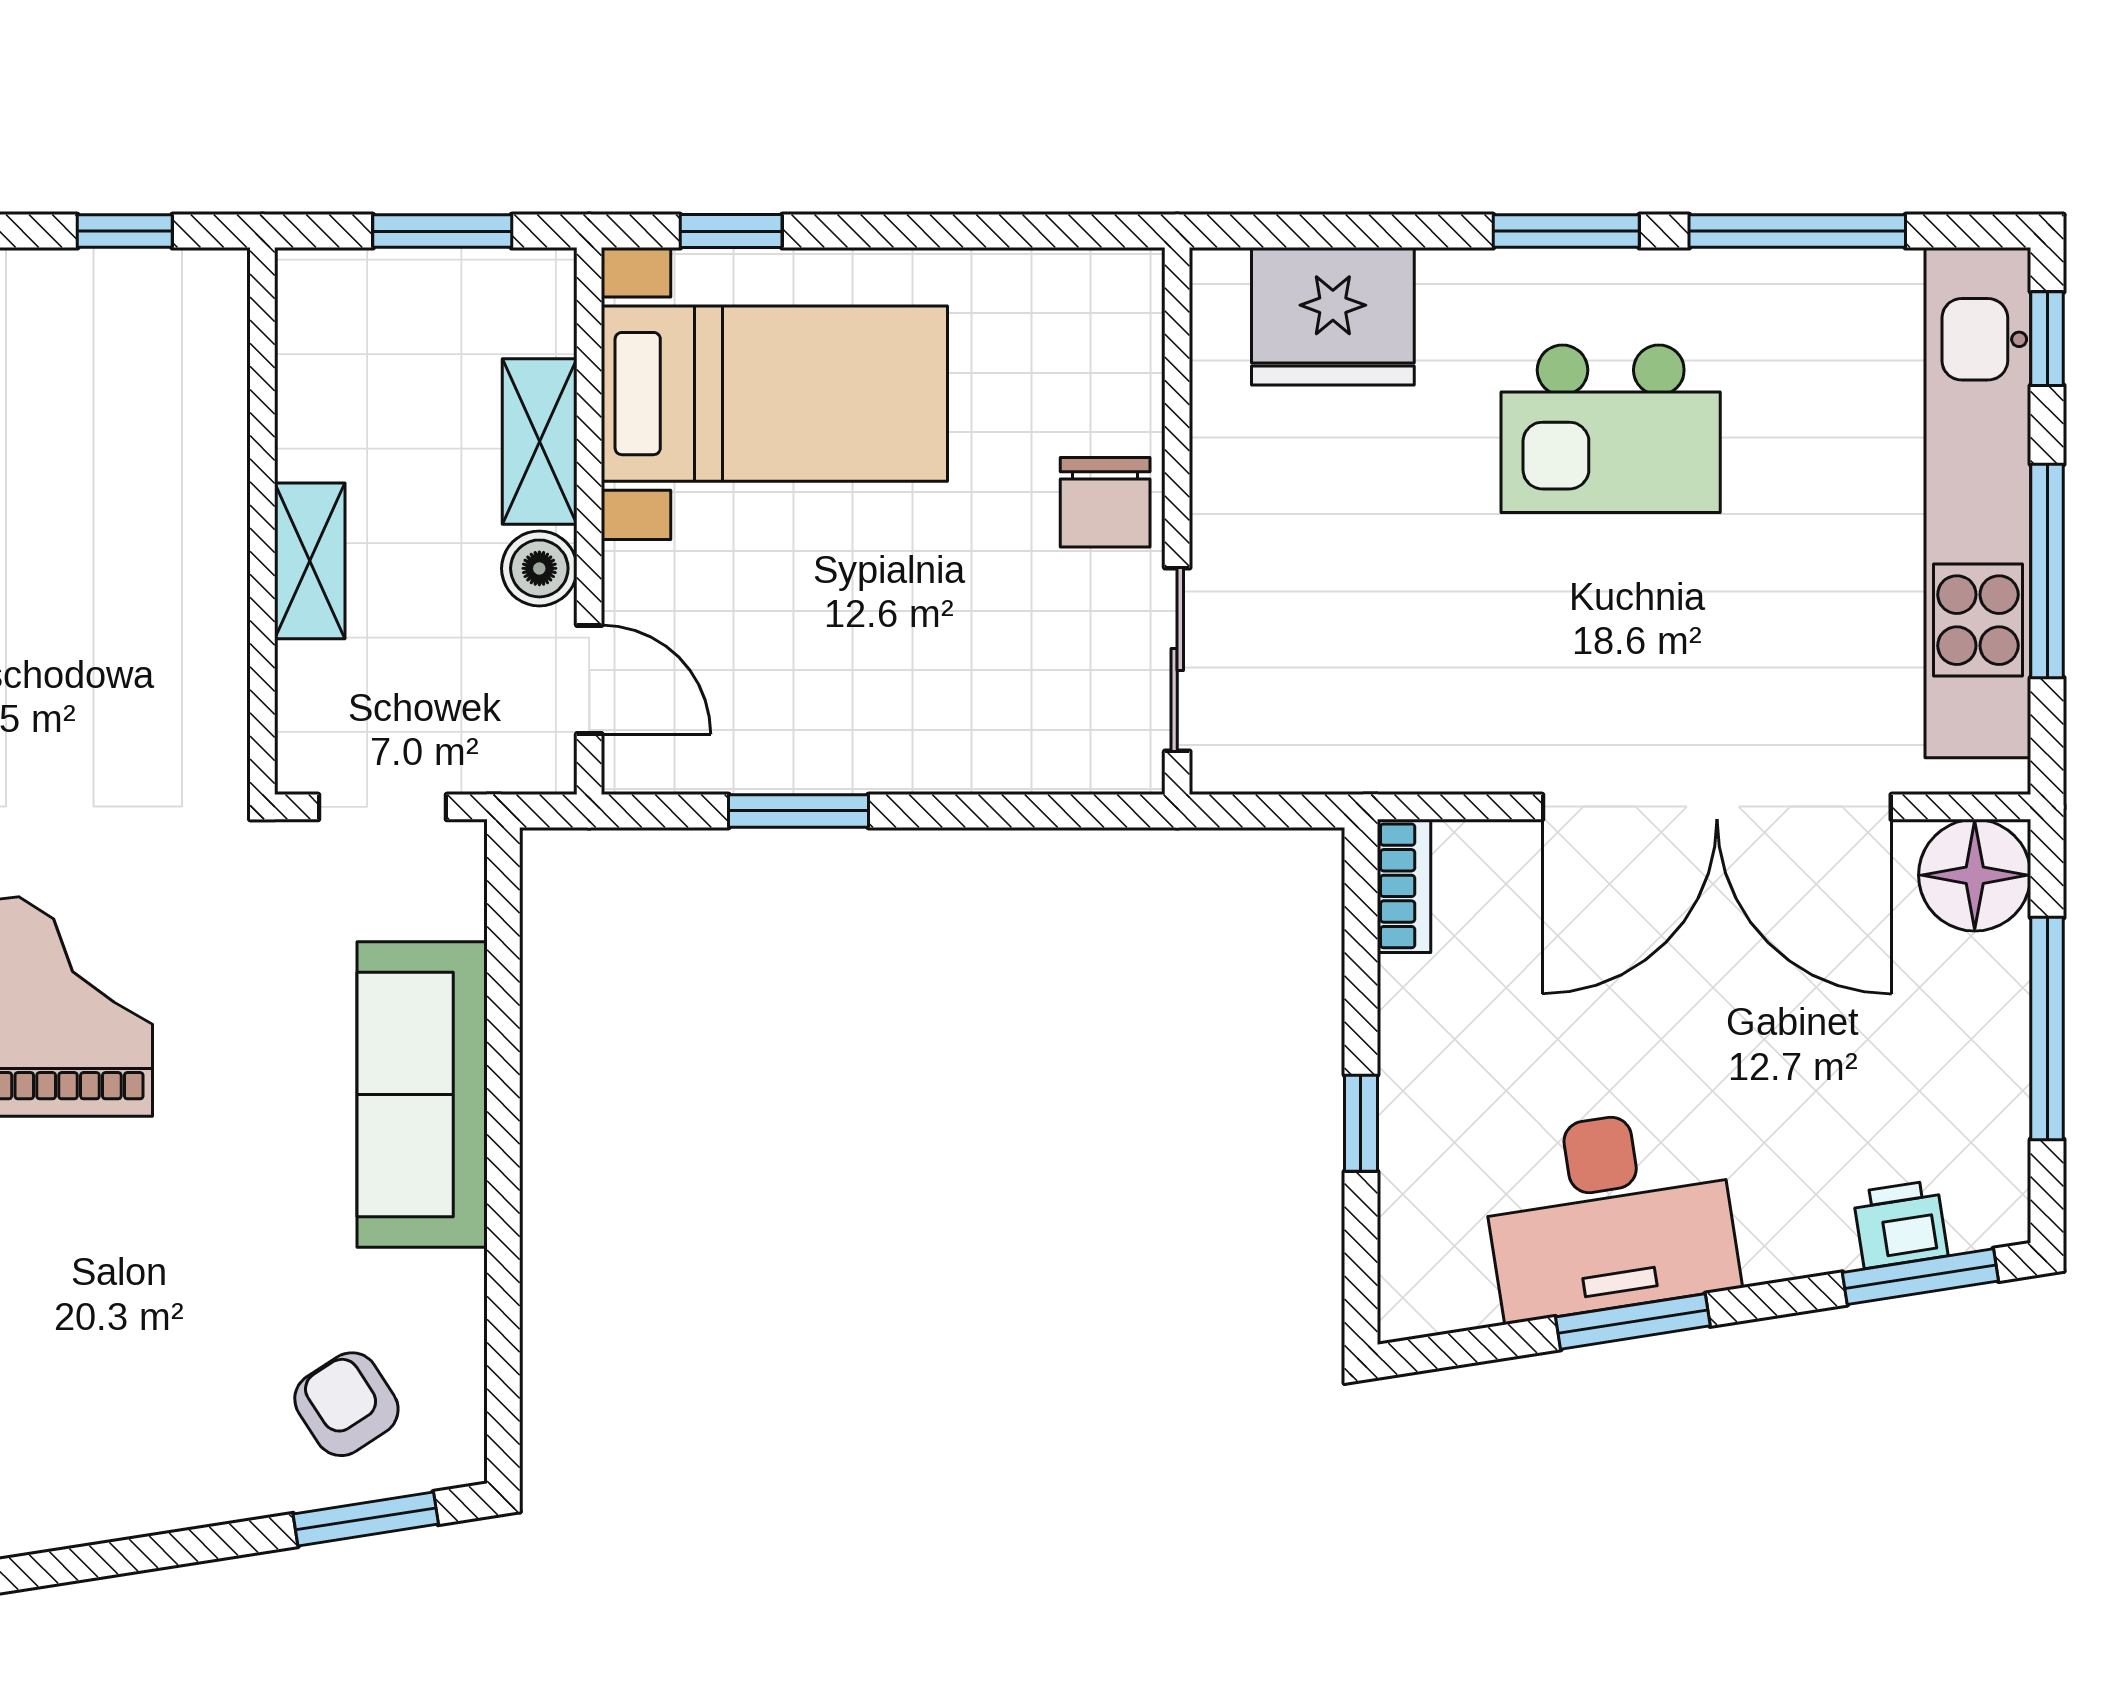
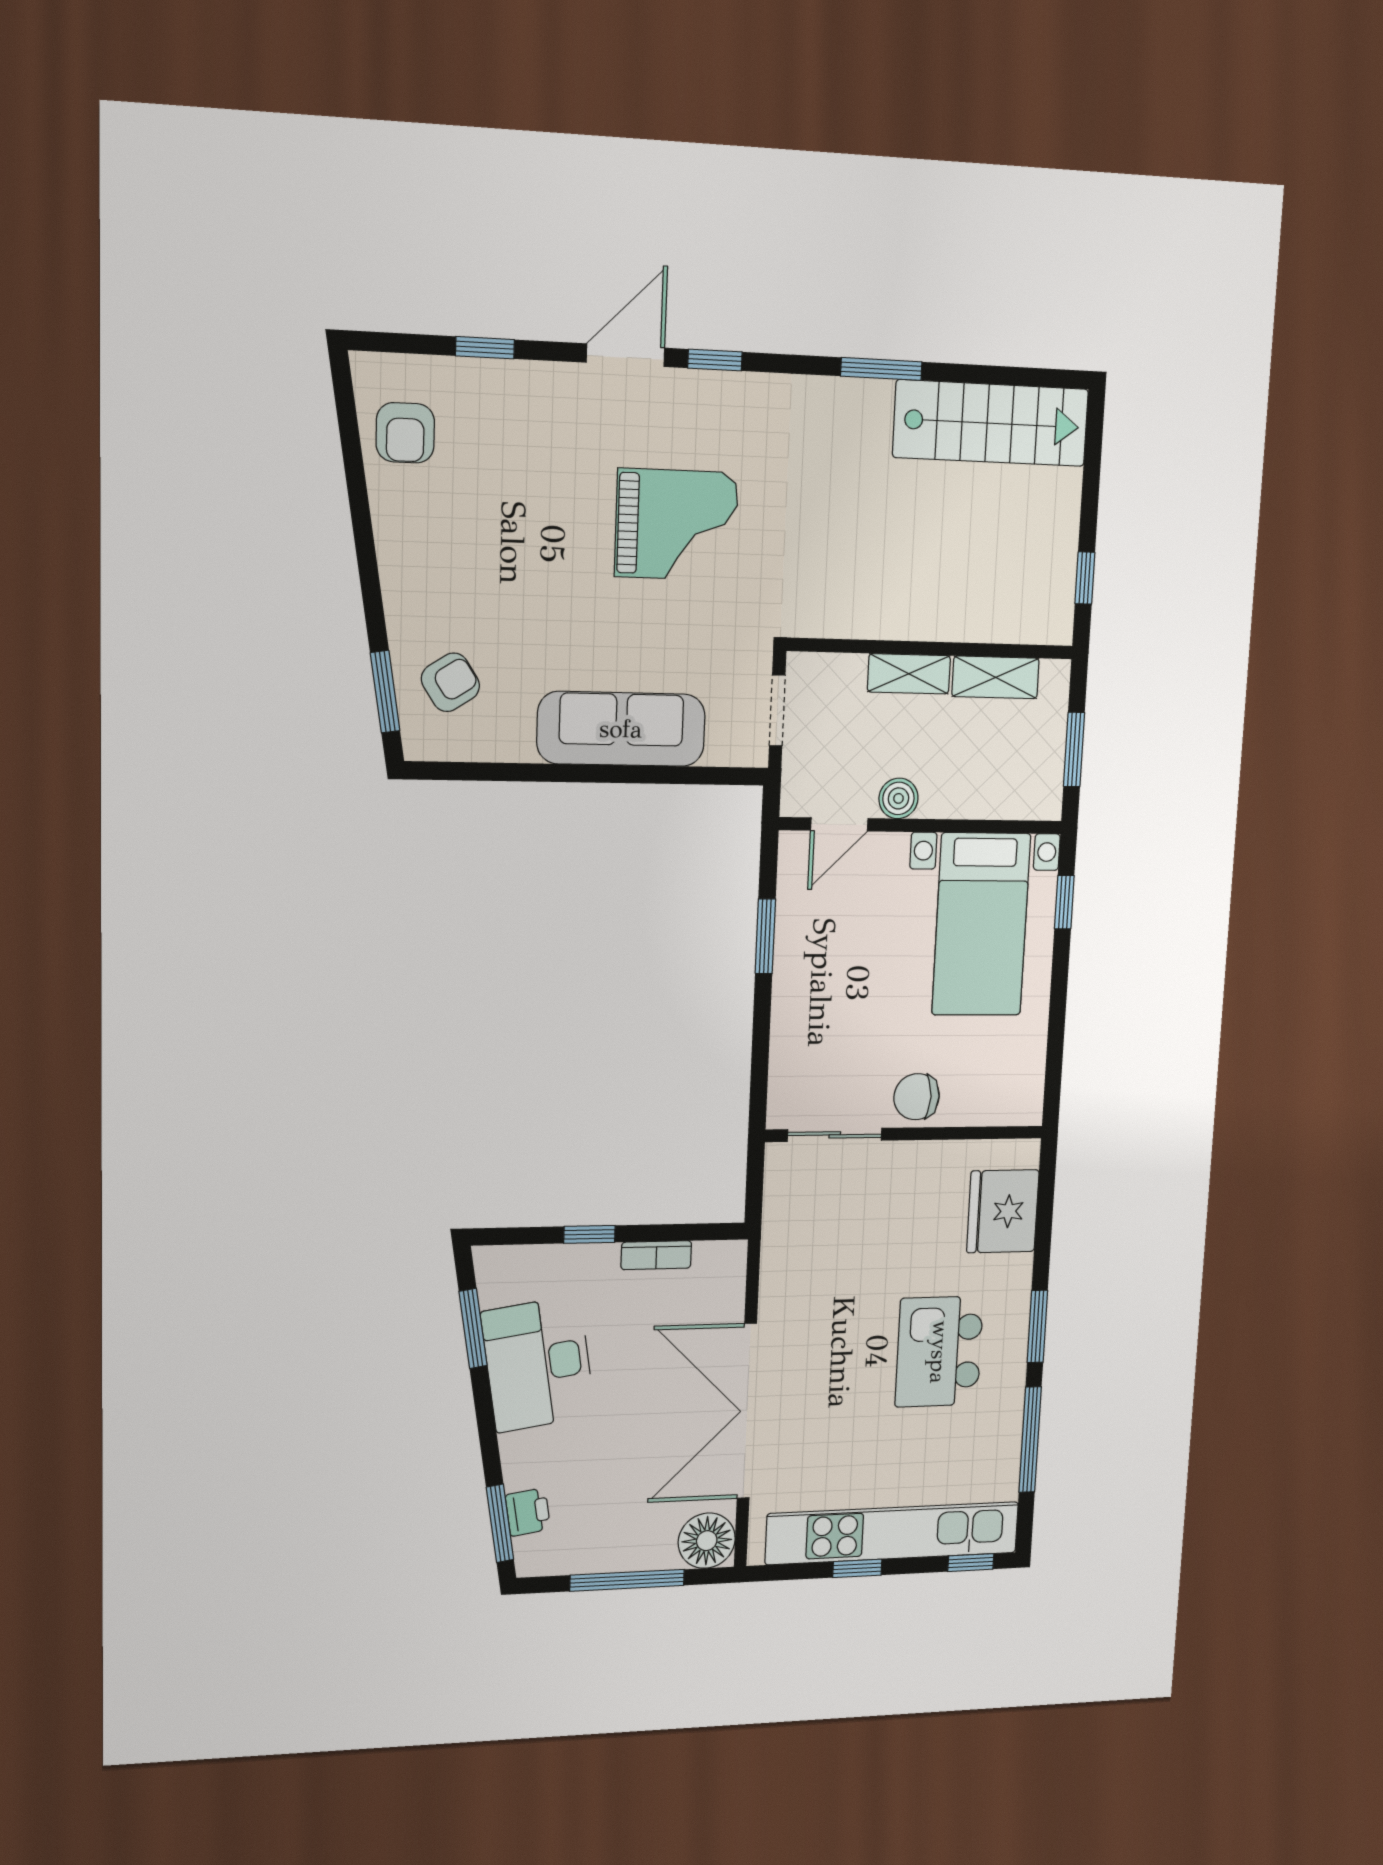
shelving: (540, 441) -> (996, 677), moved
window: (2047, 571) -> (857, 1568), width x0.46
bookcase: (1404, 886) -> (656, 1255), moved
window: (1633, 1321) -> (473, 1328), moved

